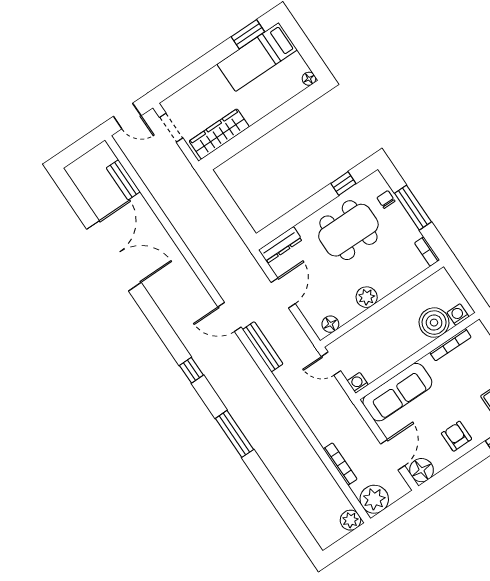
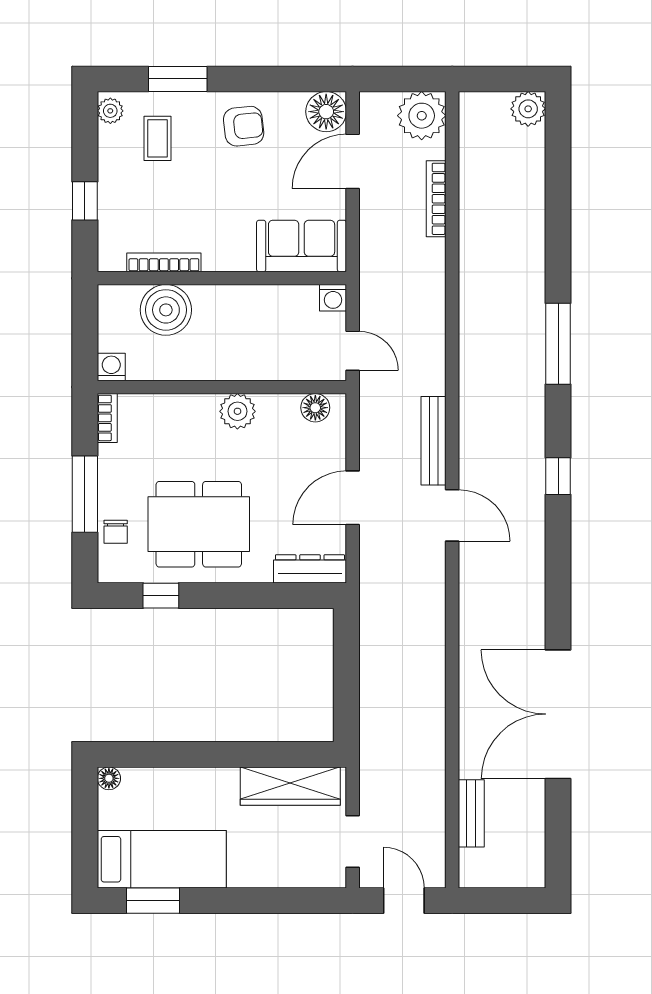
washing machine: (458, 315) -> (111, 367), moved, turned 180
sofa: (397, 392) -> (302, 246), width x0.73
armchair: (456, 436) -> (244, 126), turned -96
plant: (350, 520) -> (528, 109), moved

